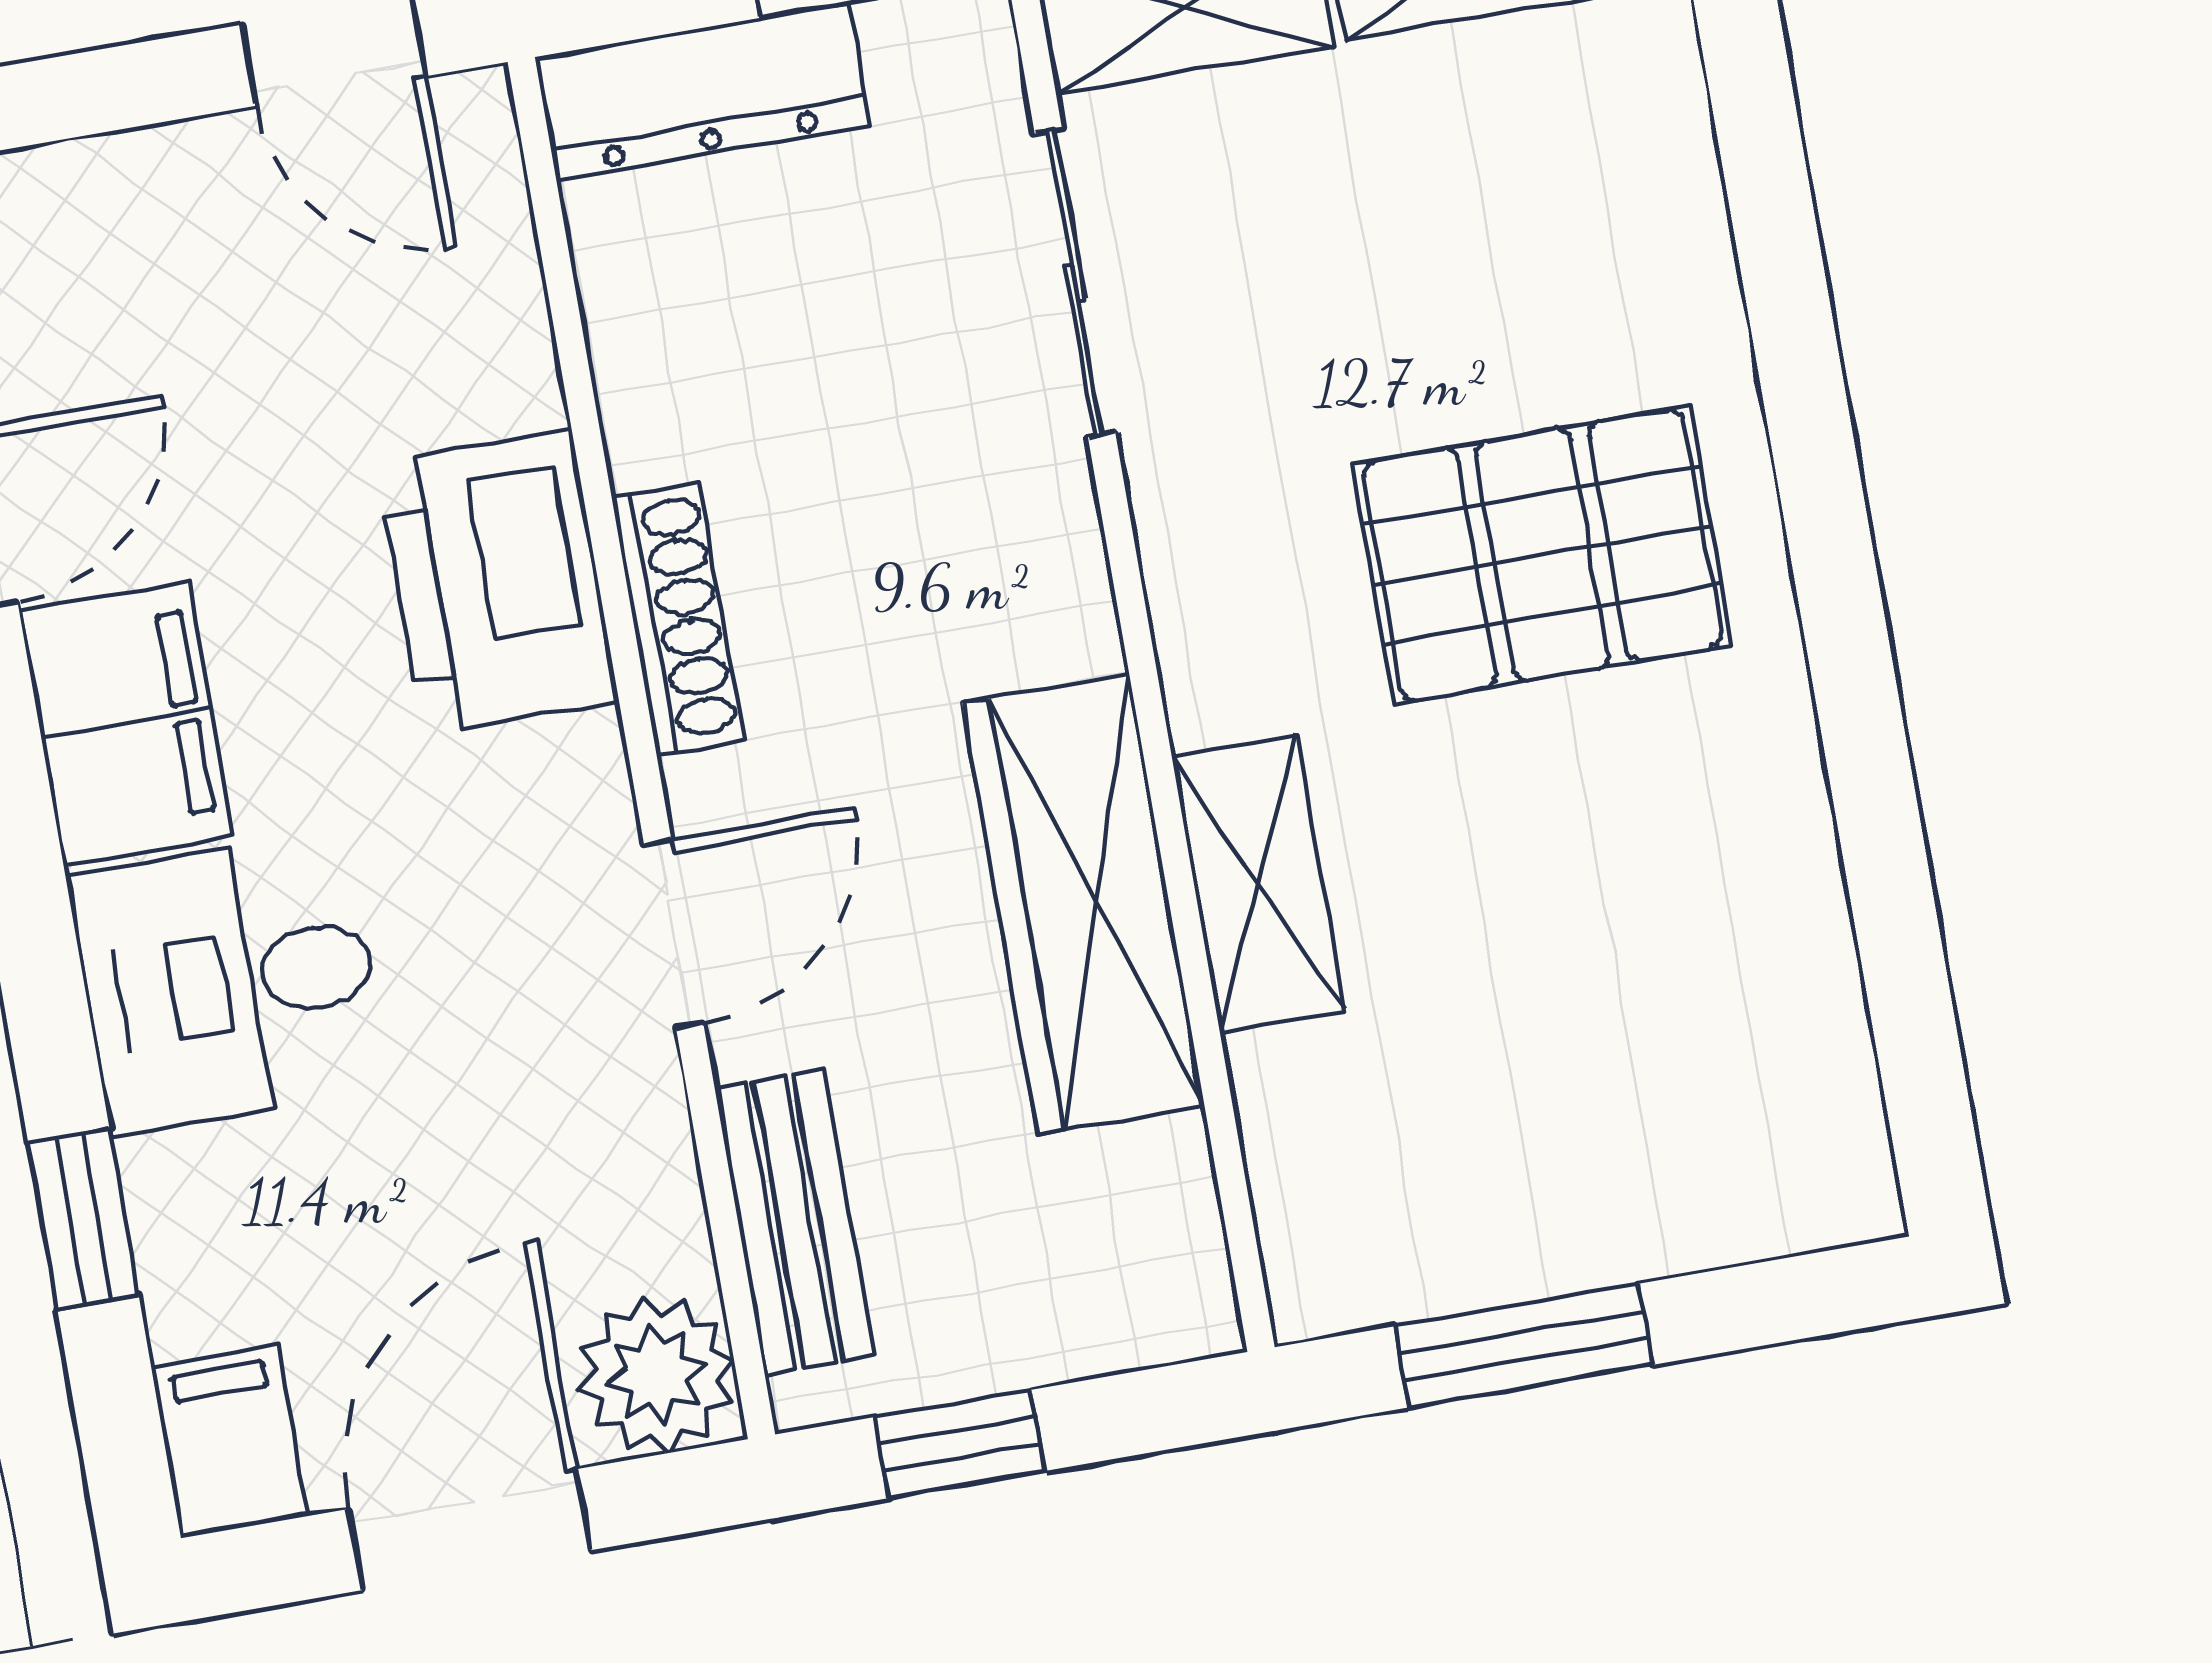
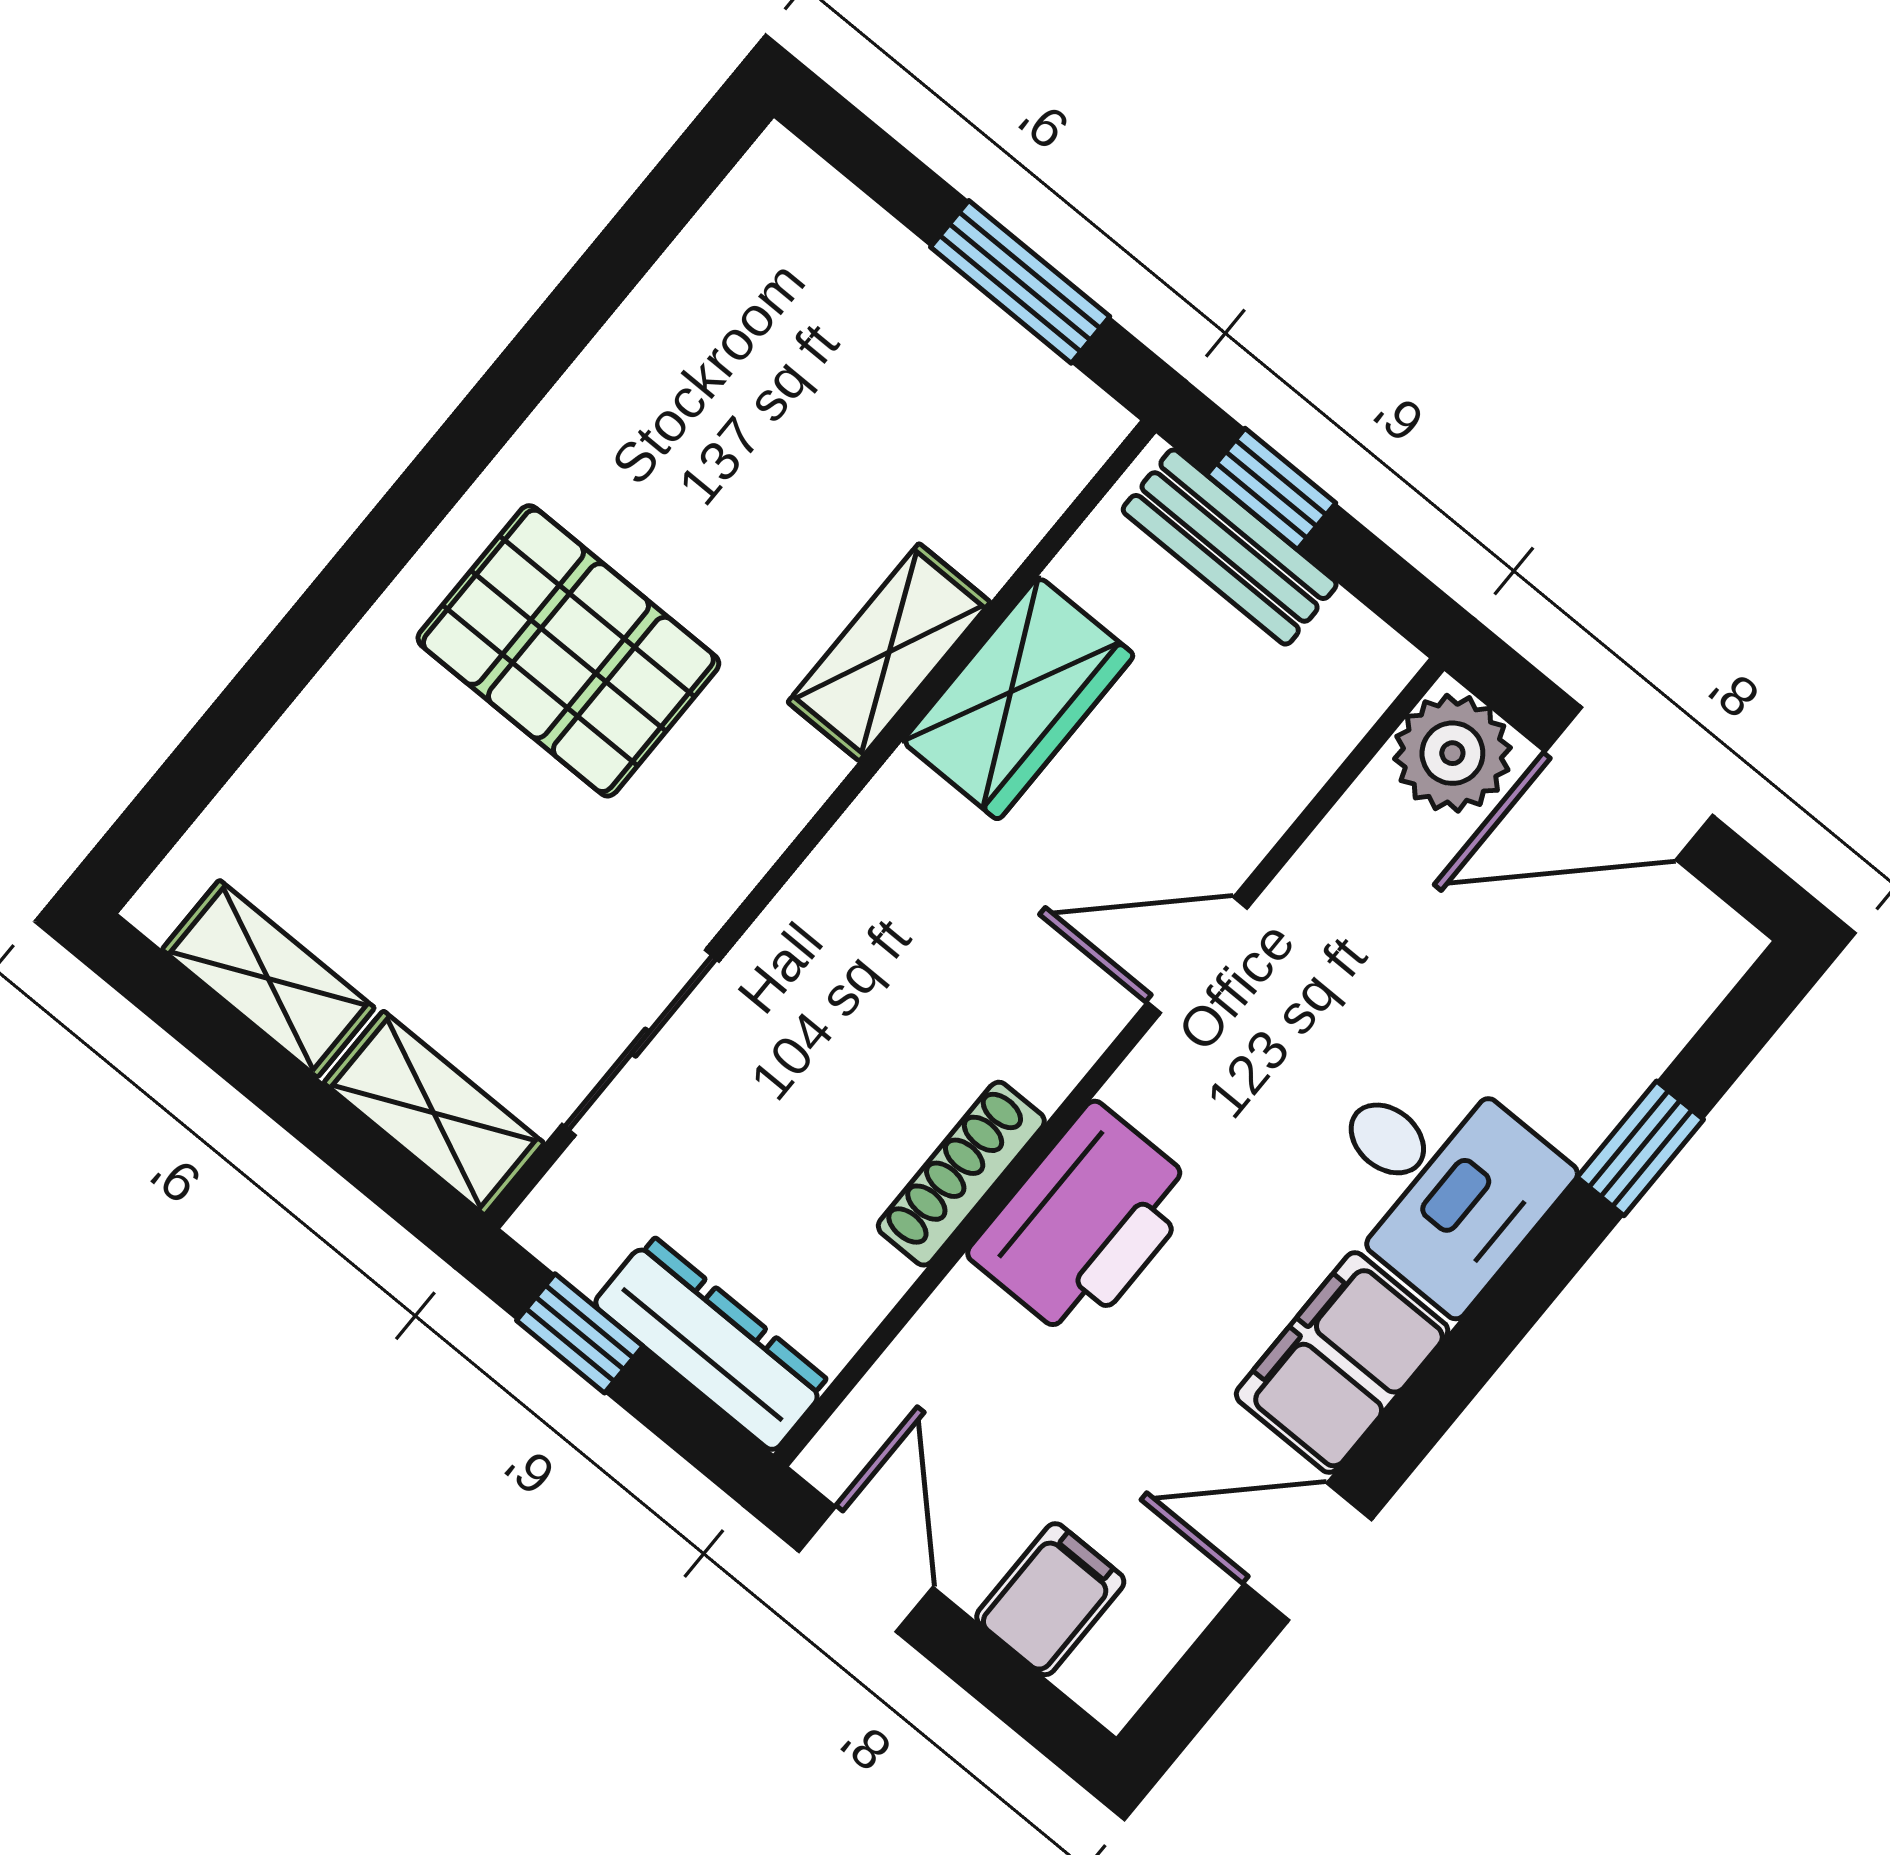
shoe rack: (678, 619) -> (961, 1174), moved
wardrobe: (1083, 904) -> (1018, 698), width x0.67
bench: (794, 1222) -> (1230, 547), moved, turned 90
filing cabinet: (230, 1442) -> (1050, 1599), moved, turned 180
window: (960, 1444) -> (1271, 489), moved

